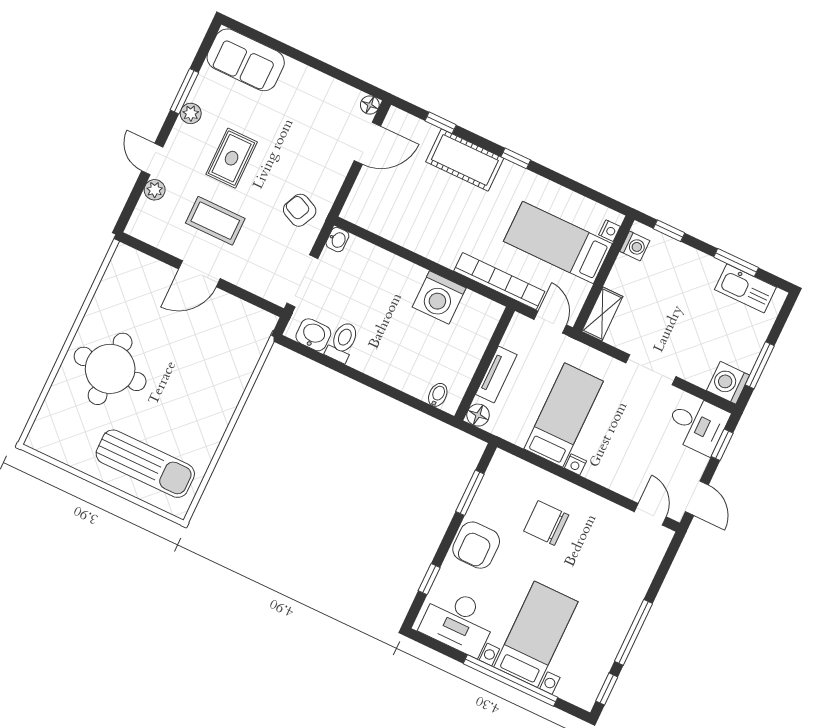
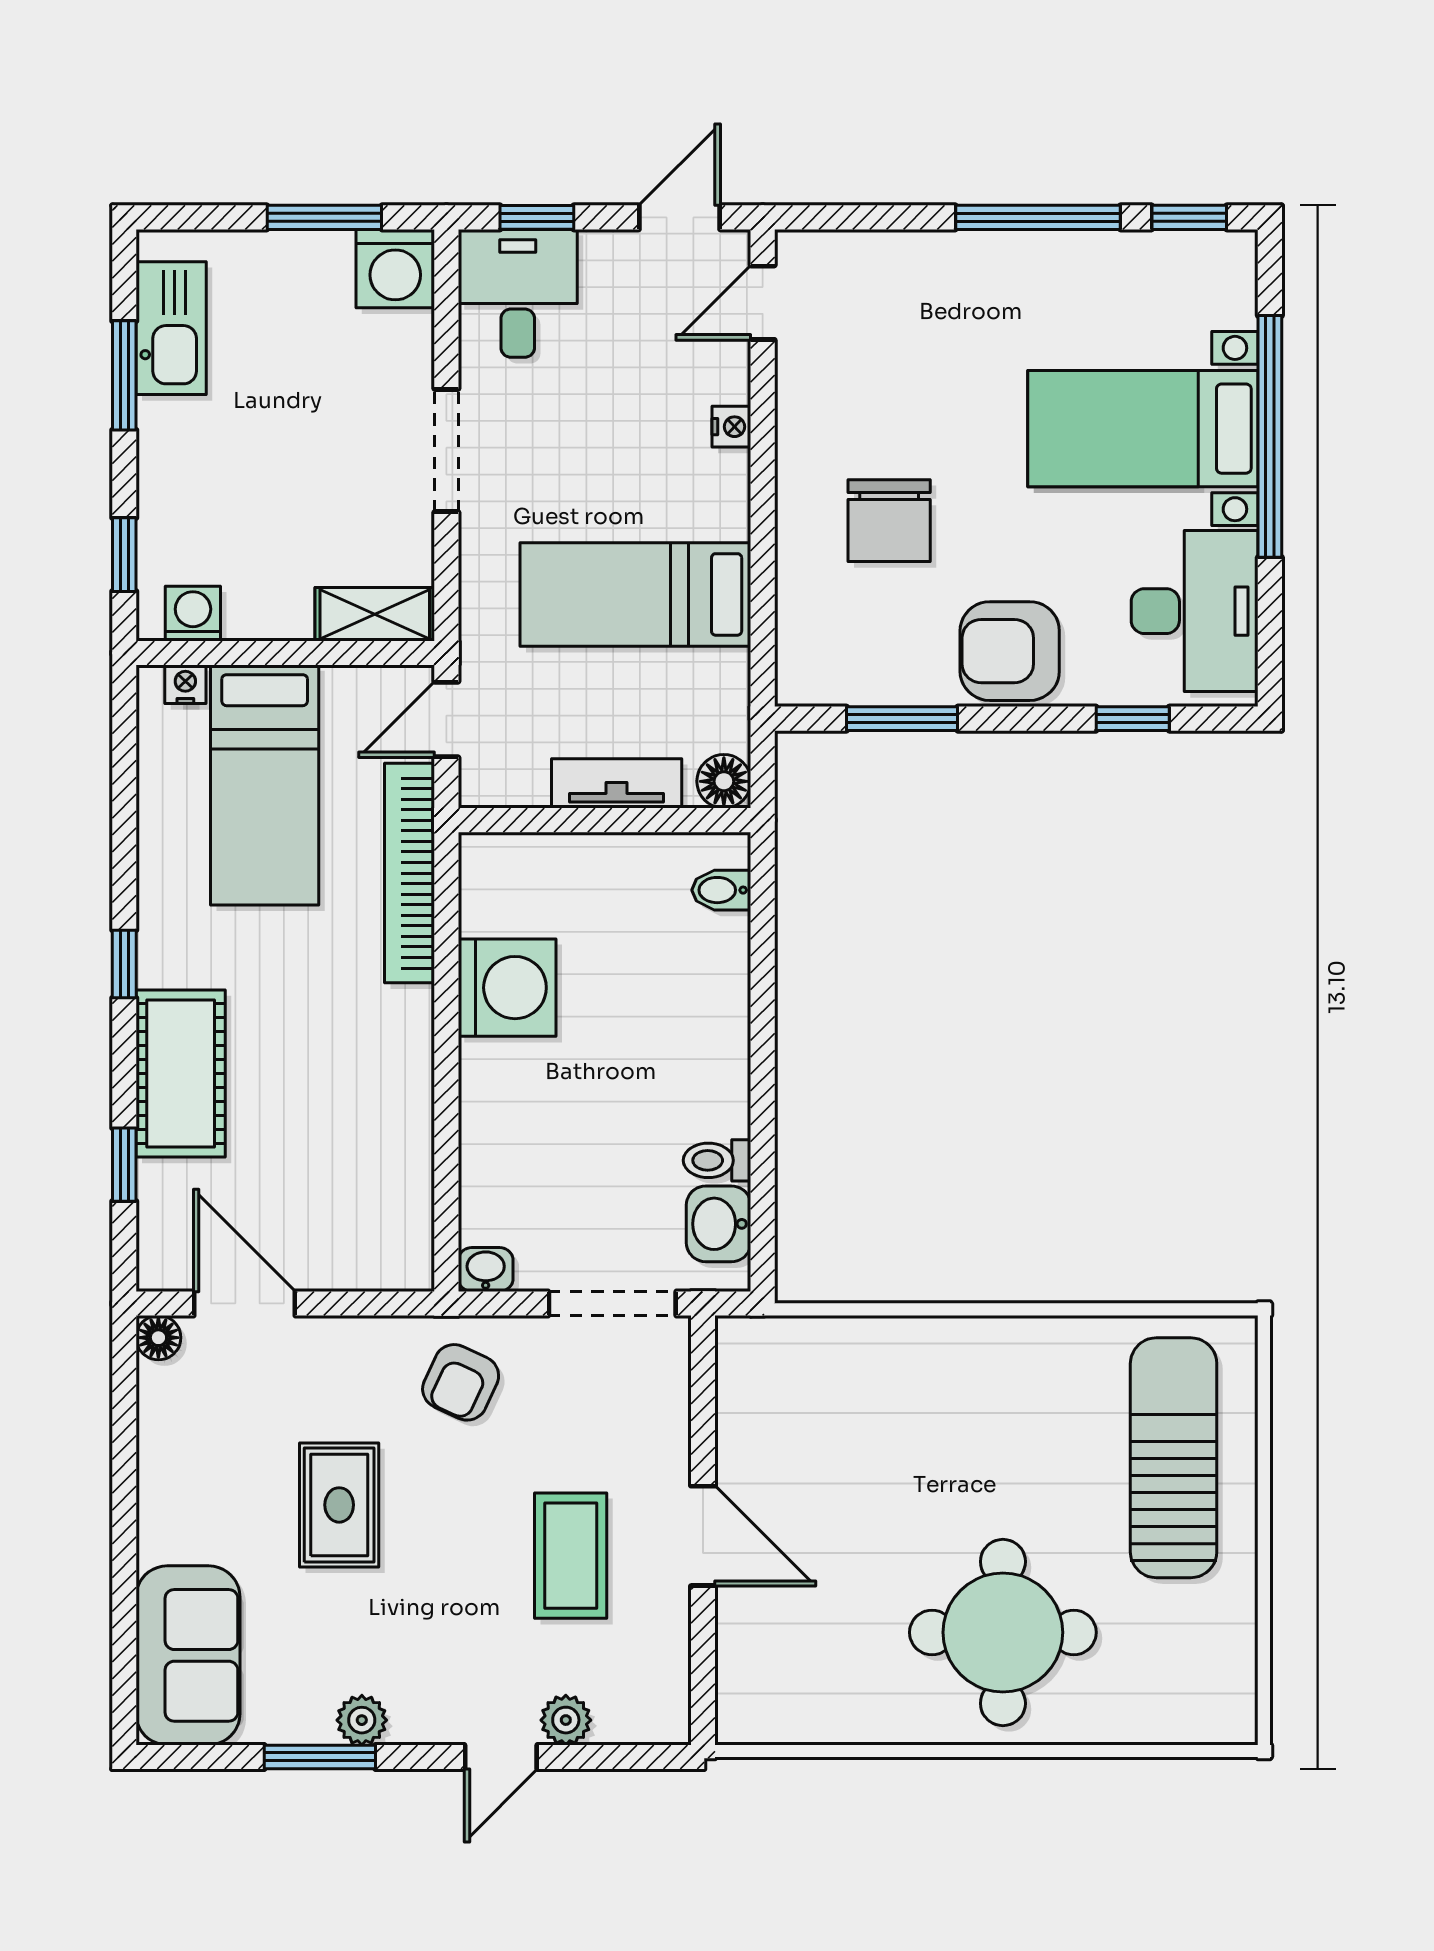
rug: (232, 158) -> (339, 1505), moved, turned 90
toilet: (343, 342) -> (717, 1160), width x0.73, depth x0.72
nightstand: (575, 465) -> (731, 427), moved
armchair: (476, 545) -> (1010, 651), turned 180

